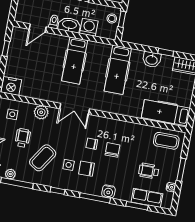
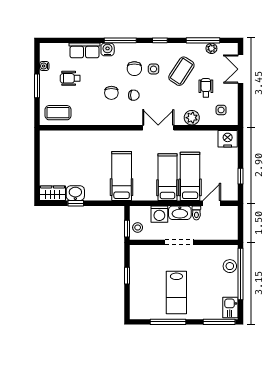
washbasin: (152, 60) -> (75, 193), moved
hospital bed: (166, 113) -> (190, 176), moved, turned -90
wheelchair: (23, 138) -> (206, 88), turned 180
chair: (87, 169) -> (134, 69), turned 91
wheelchair: (149, 171) -> (70, 78), turned 180
row of seats: (147, 198) -> (84, 50), moved
window: (137, 206) -> (75, 40), removed

